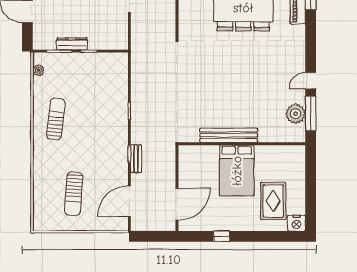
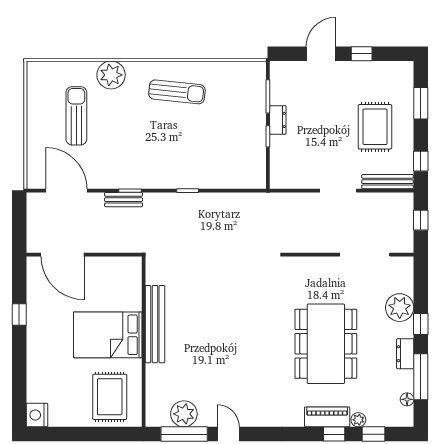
dresser: (72, 44) -> (278, 120), width x0.70
plant: (38, 70) -> (111, 75), moved, width x1.87, depth x1.87
sun lounger: (74, 194) -> (76, 116), turned 86
rug: (273, 201) -> (110, 397), moved, turned 90

